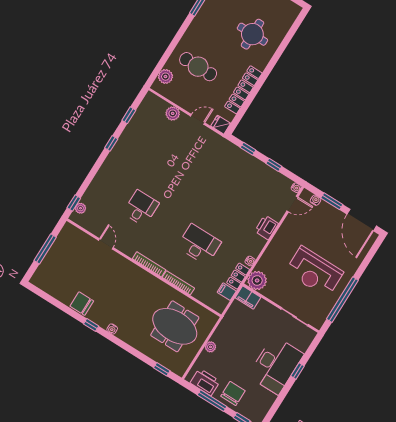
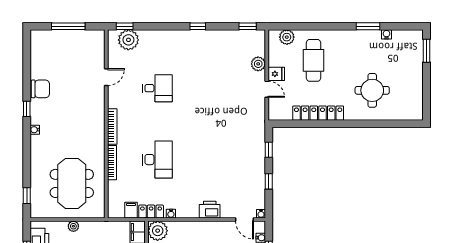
window: (129, 115) -> (248, 26), moved
fridge: (221, 125) -> (276, 74), moved, turned 90
plant: (80, 208) -> (128, 40), width x1.87, depth x1.87
chair: (82, 304) -> (40, 89), turned 90

